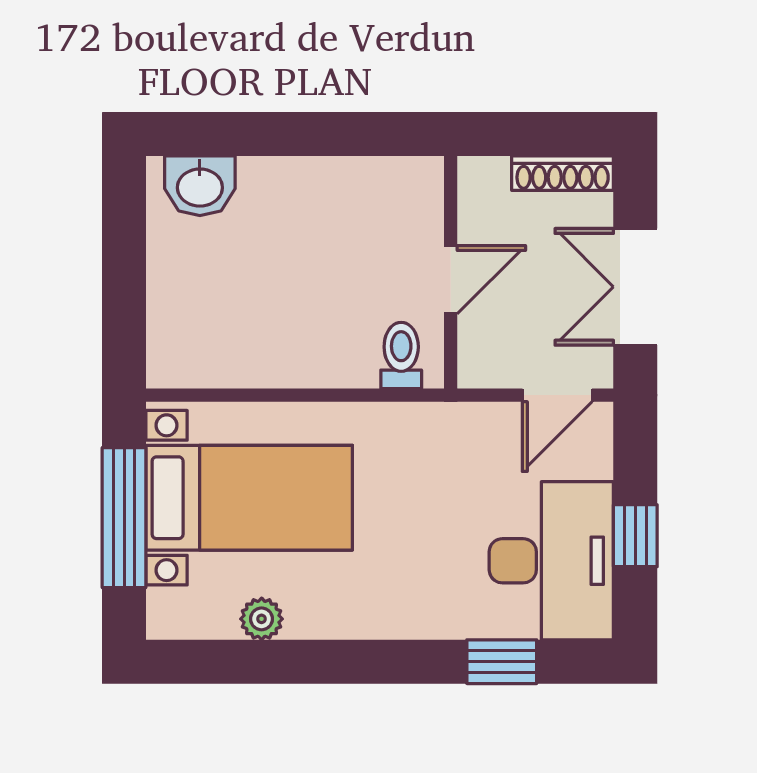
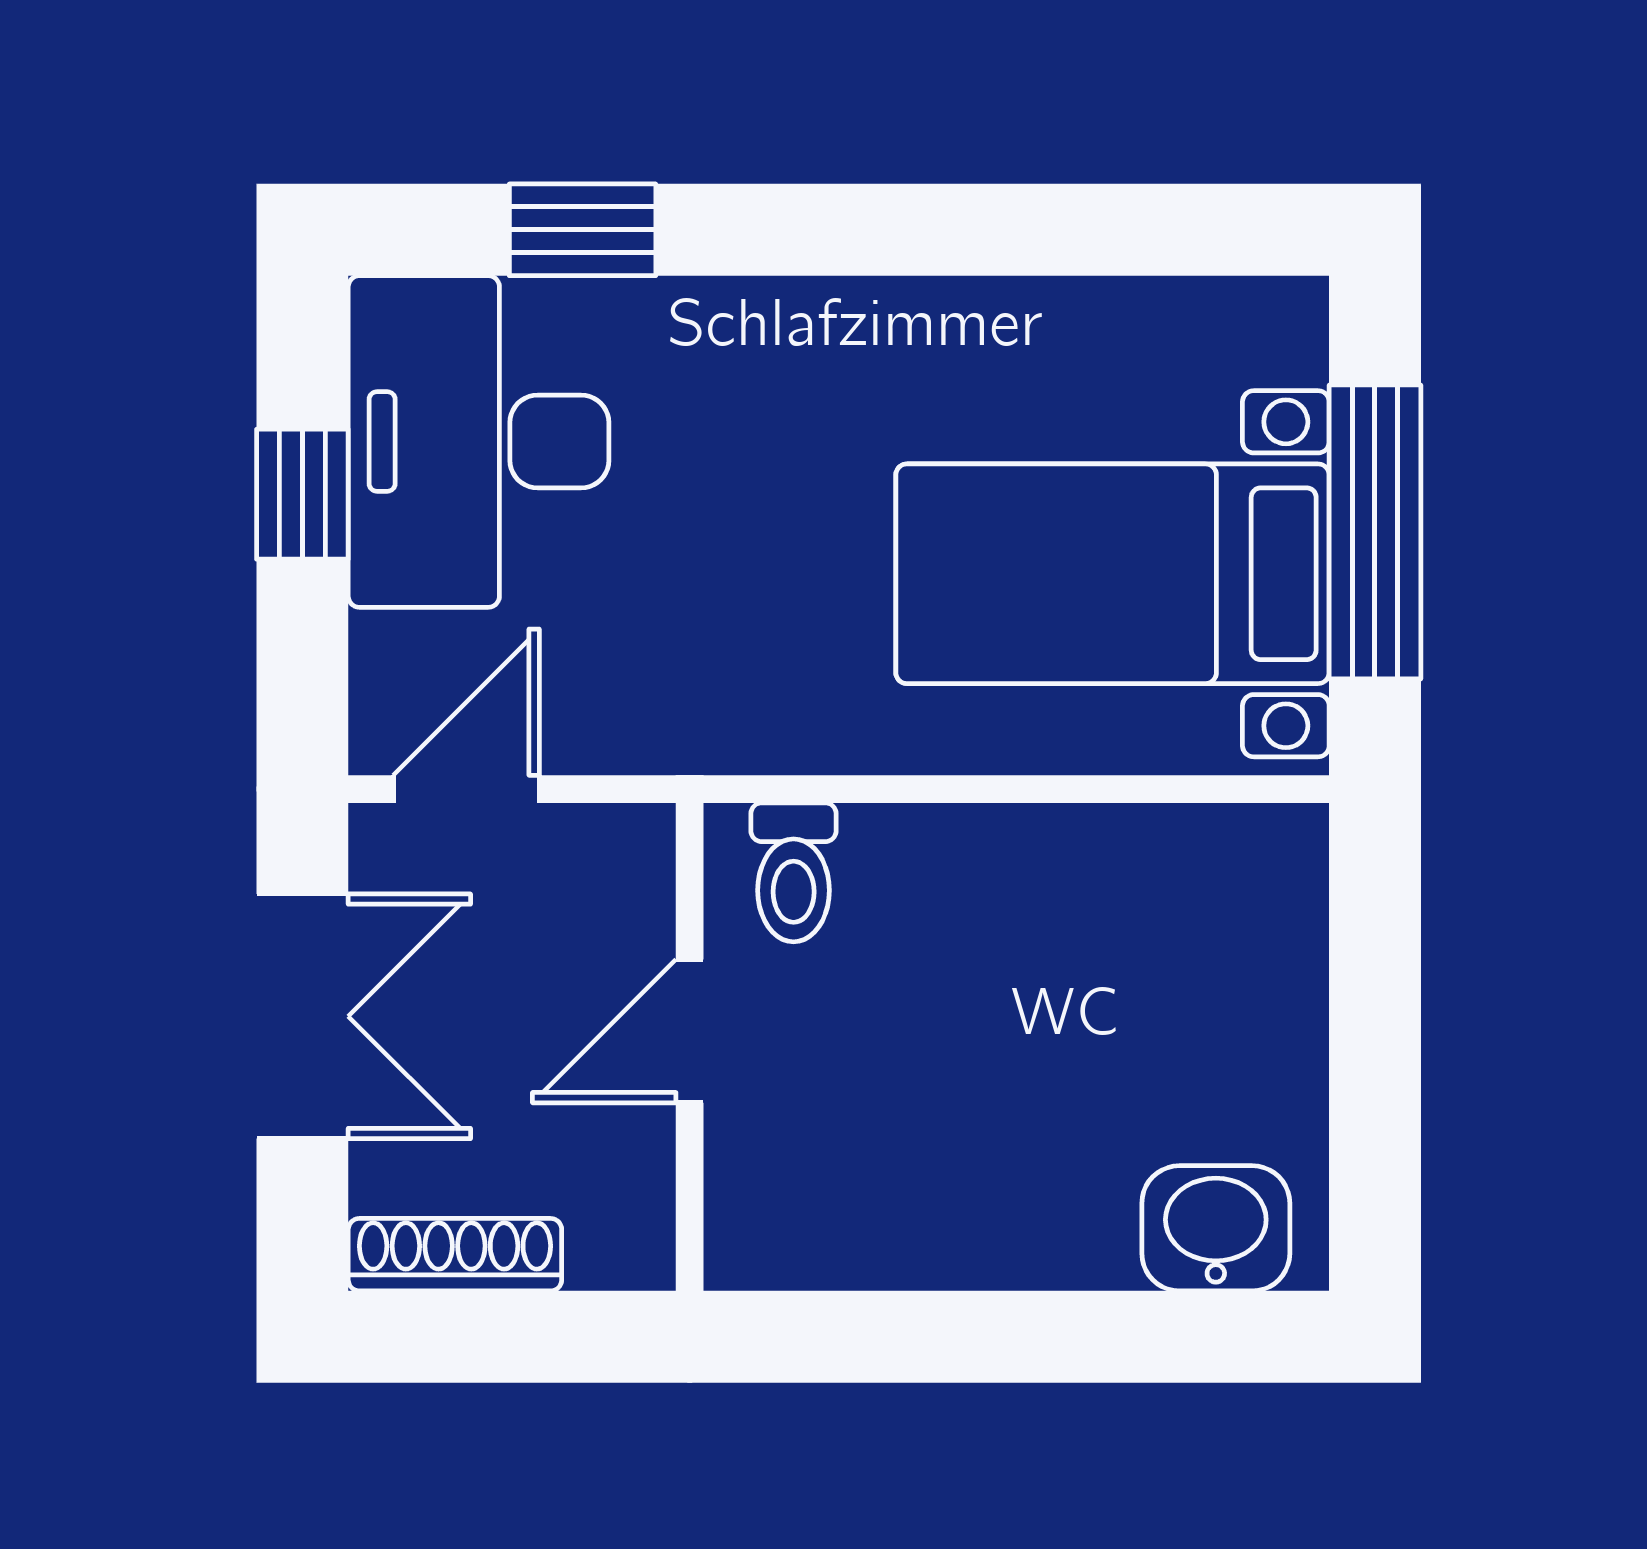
plant: (262, 619) -> (1087, 320), removed

